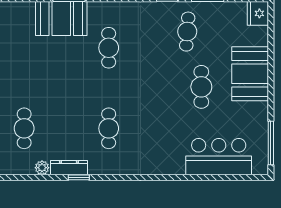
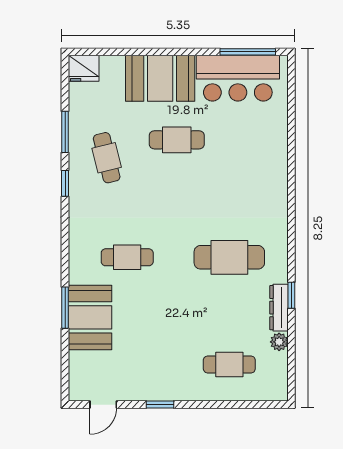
cafe table: (187, 32) -> (107, 158), turned 72
cafe table: (109, 128) -> (229, 257), width x1.37, depth x1.35
bar counter: (219, 157) -> (238, 78), moved, turned -90

